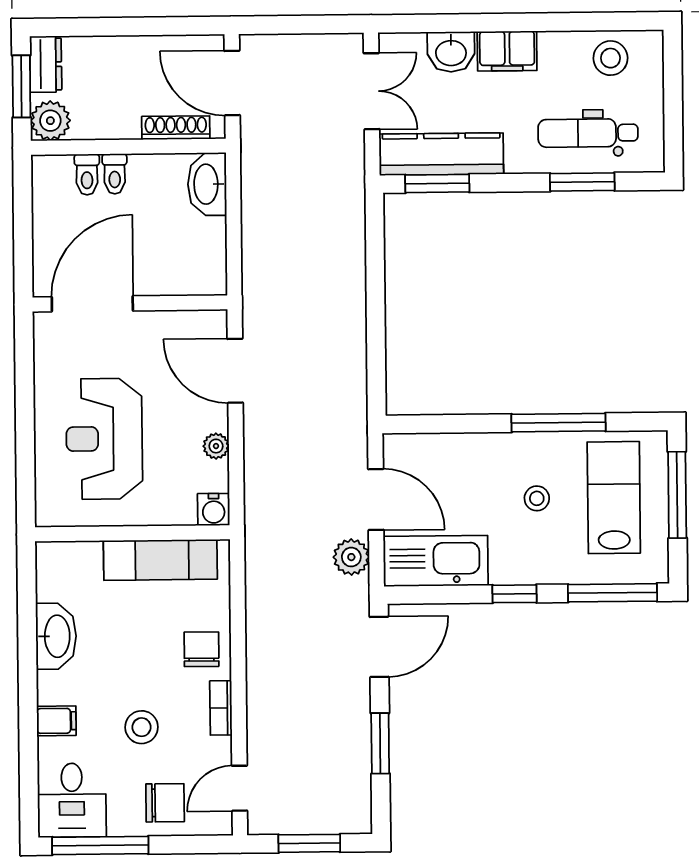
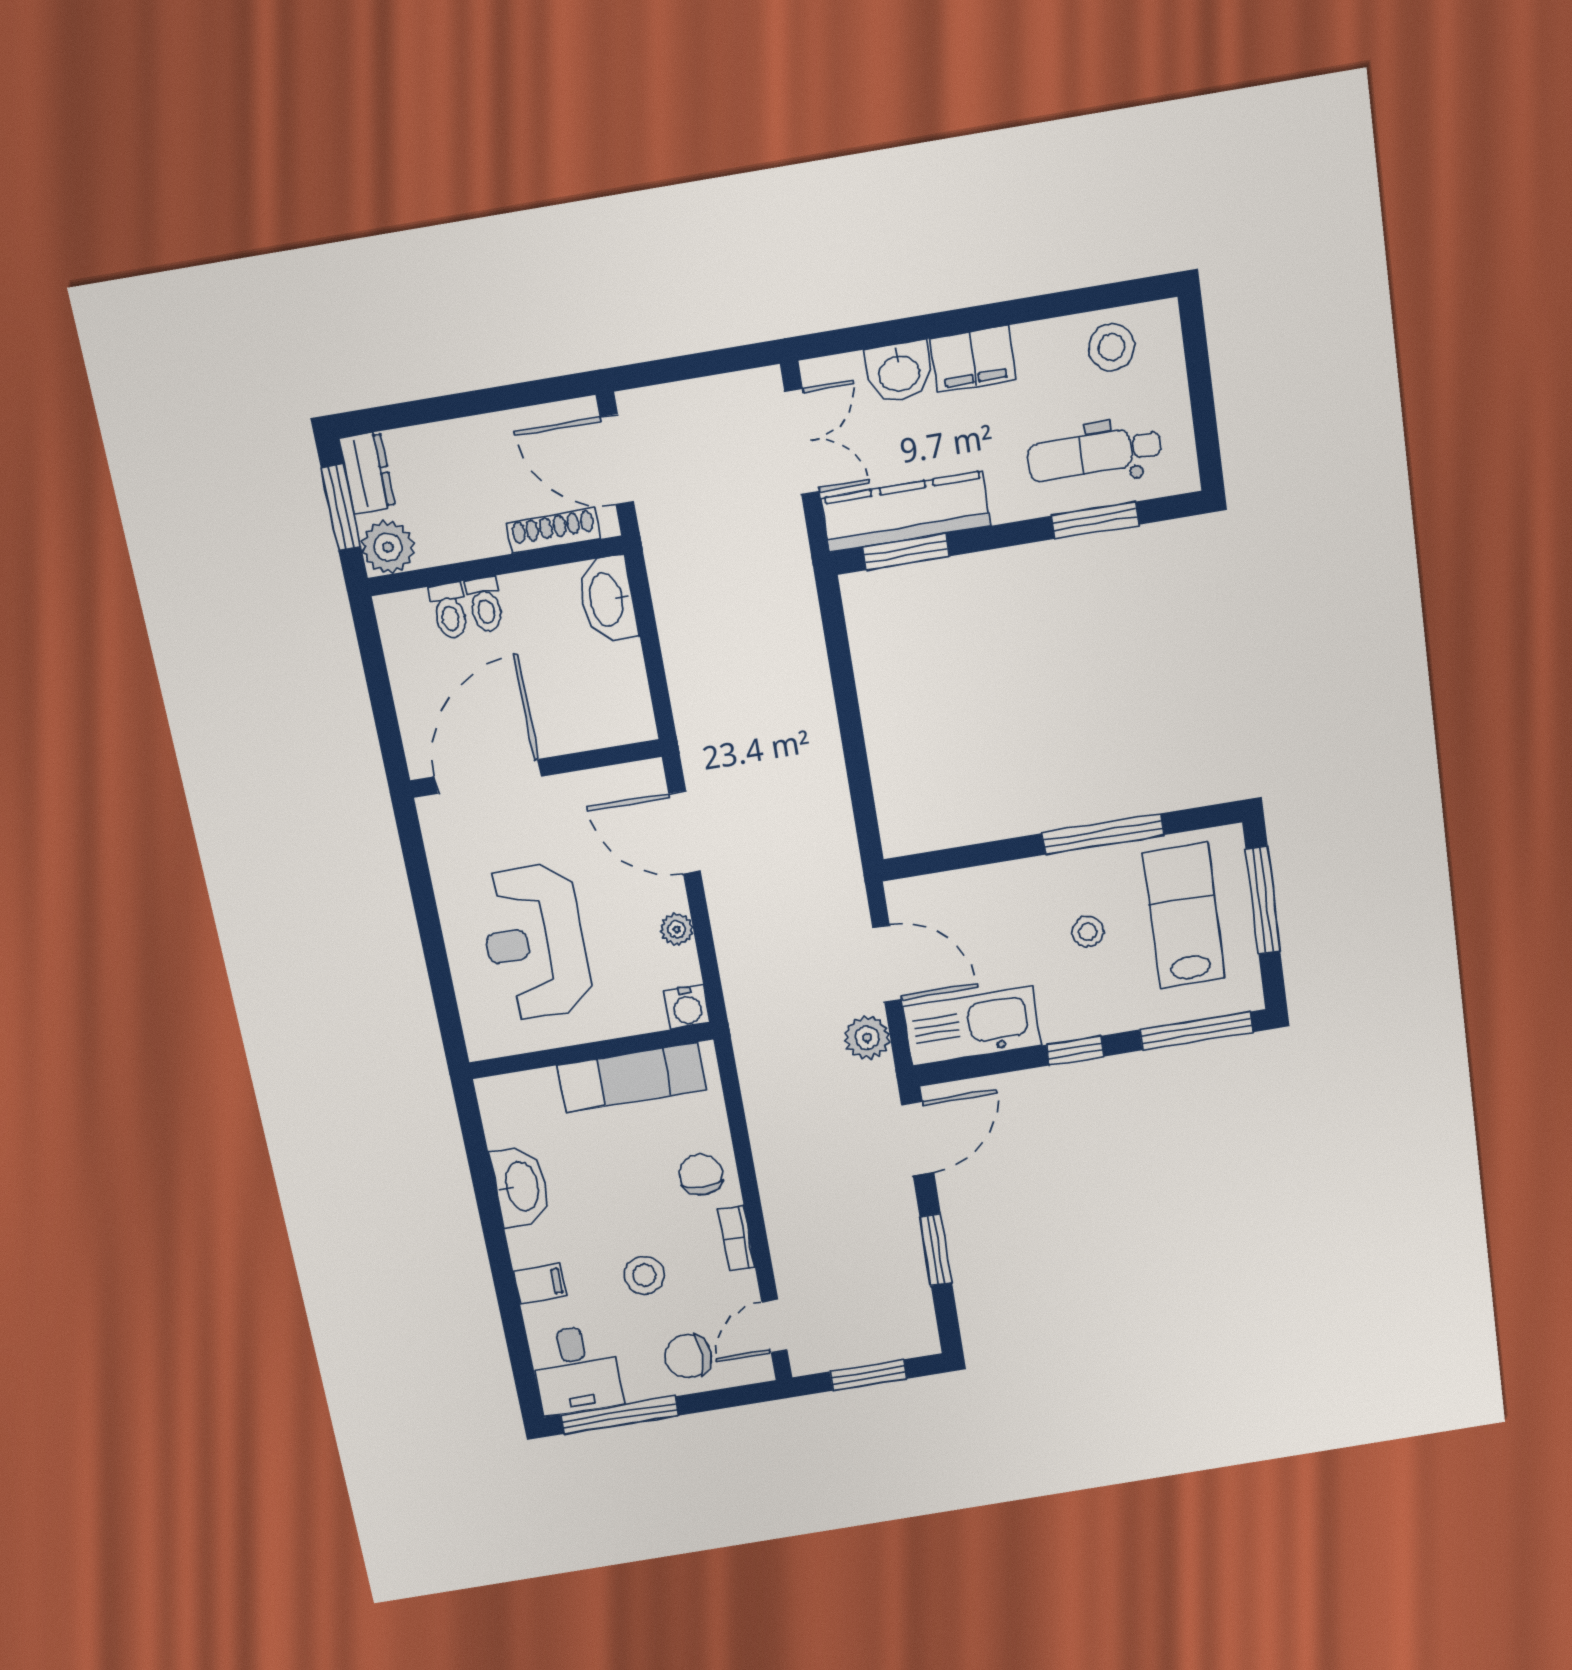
chair: (165, 803) -> (688, 1356), turned 180

